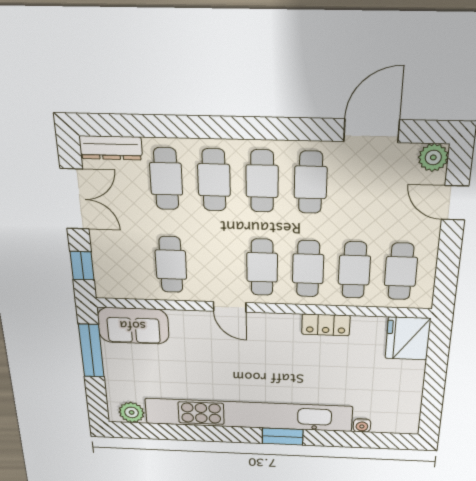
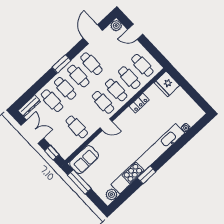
window: (251, 128) -> (61, 64), added
window: (283, 436) -> (147, 175), moved

